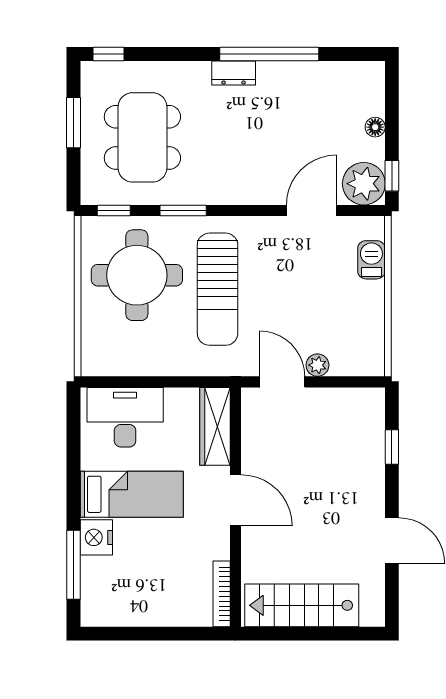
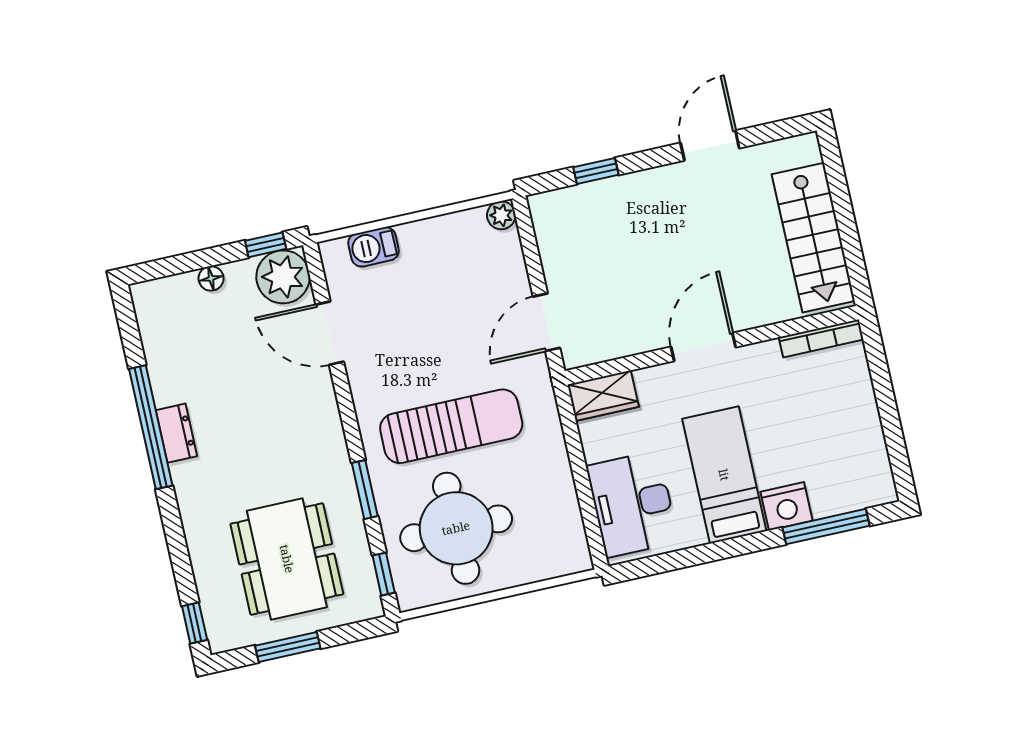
dresser: (234, 73) -> (176, 433), moved
dining table: (142, 137) -> (287, 559), turned 90
plant: (317, 365) -> (501, 215), moved
wardrobe: (215, 426) -> (603, 396), width x0.67

